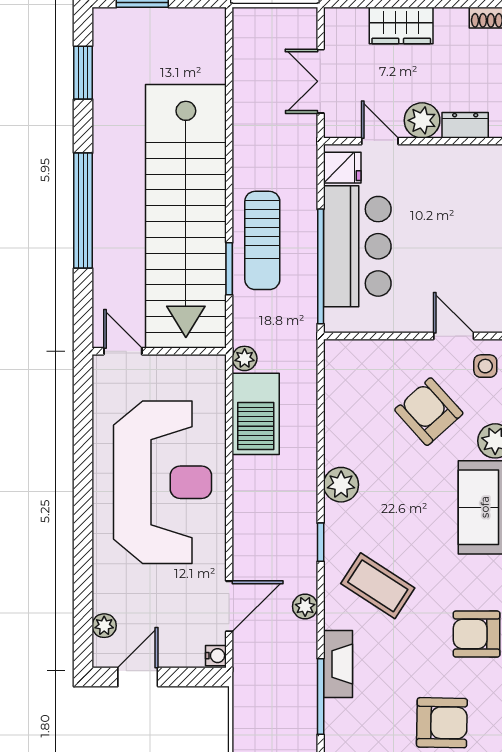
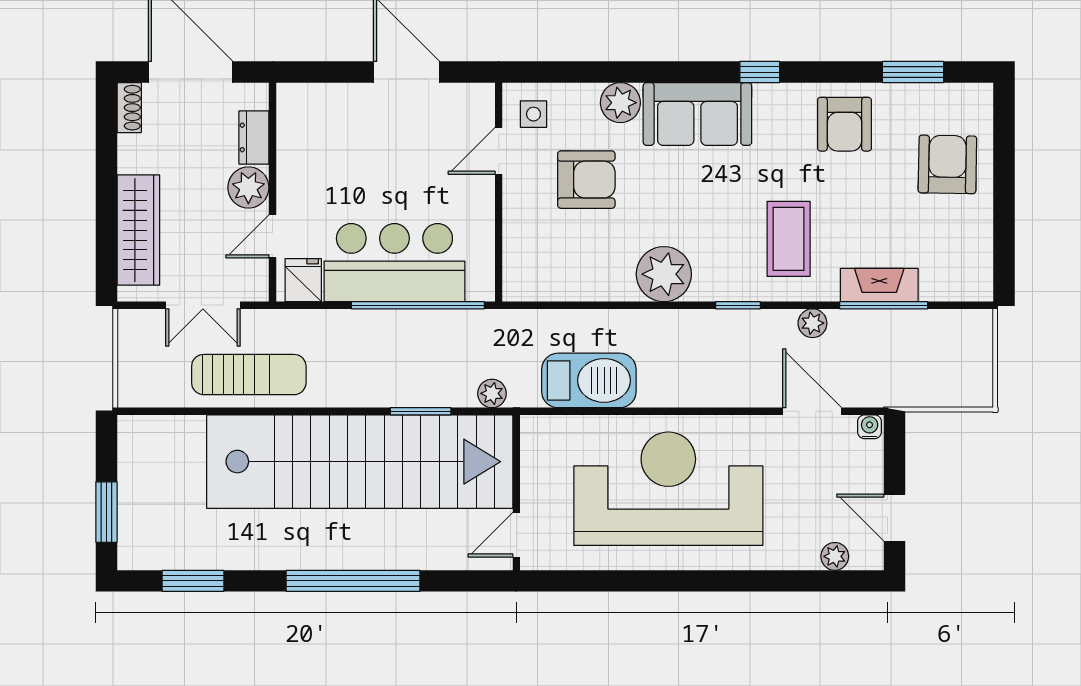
wardrobe: (401, 26) -> (138, 230), width x1.50
sun lounger: (262, 240) -> (249, 375), moved
plant: (245, 358) -> (492, 393), moved
armchair: (429, 412) -> (586, 180), turned -138
plant: (341, 485) -> (664, 274), width x1.36, depth x1.36
coffee table: (378, 586) -> (789, 239), turned -33
window: (321, 697) -> (884, 305), moved

